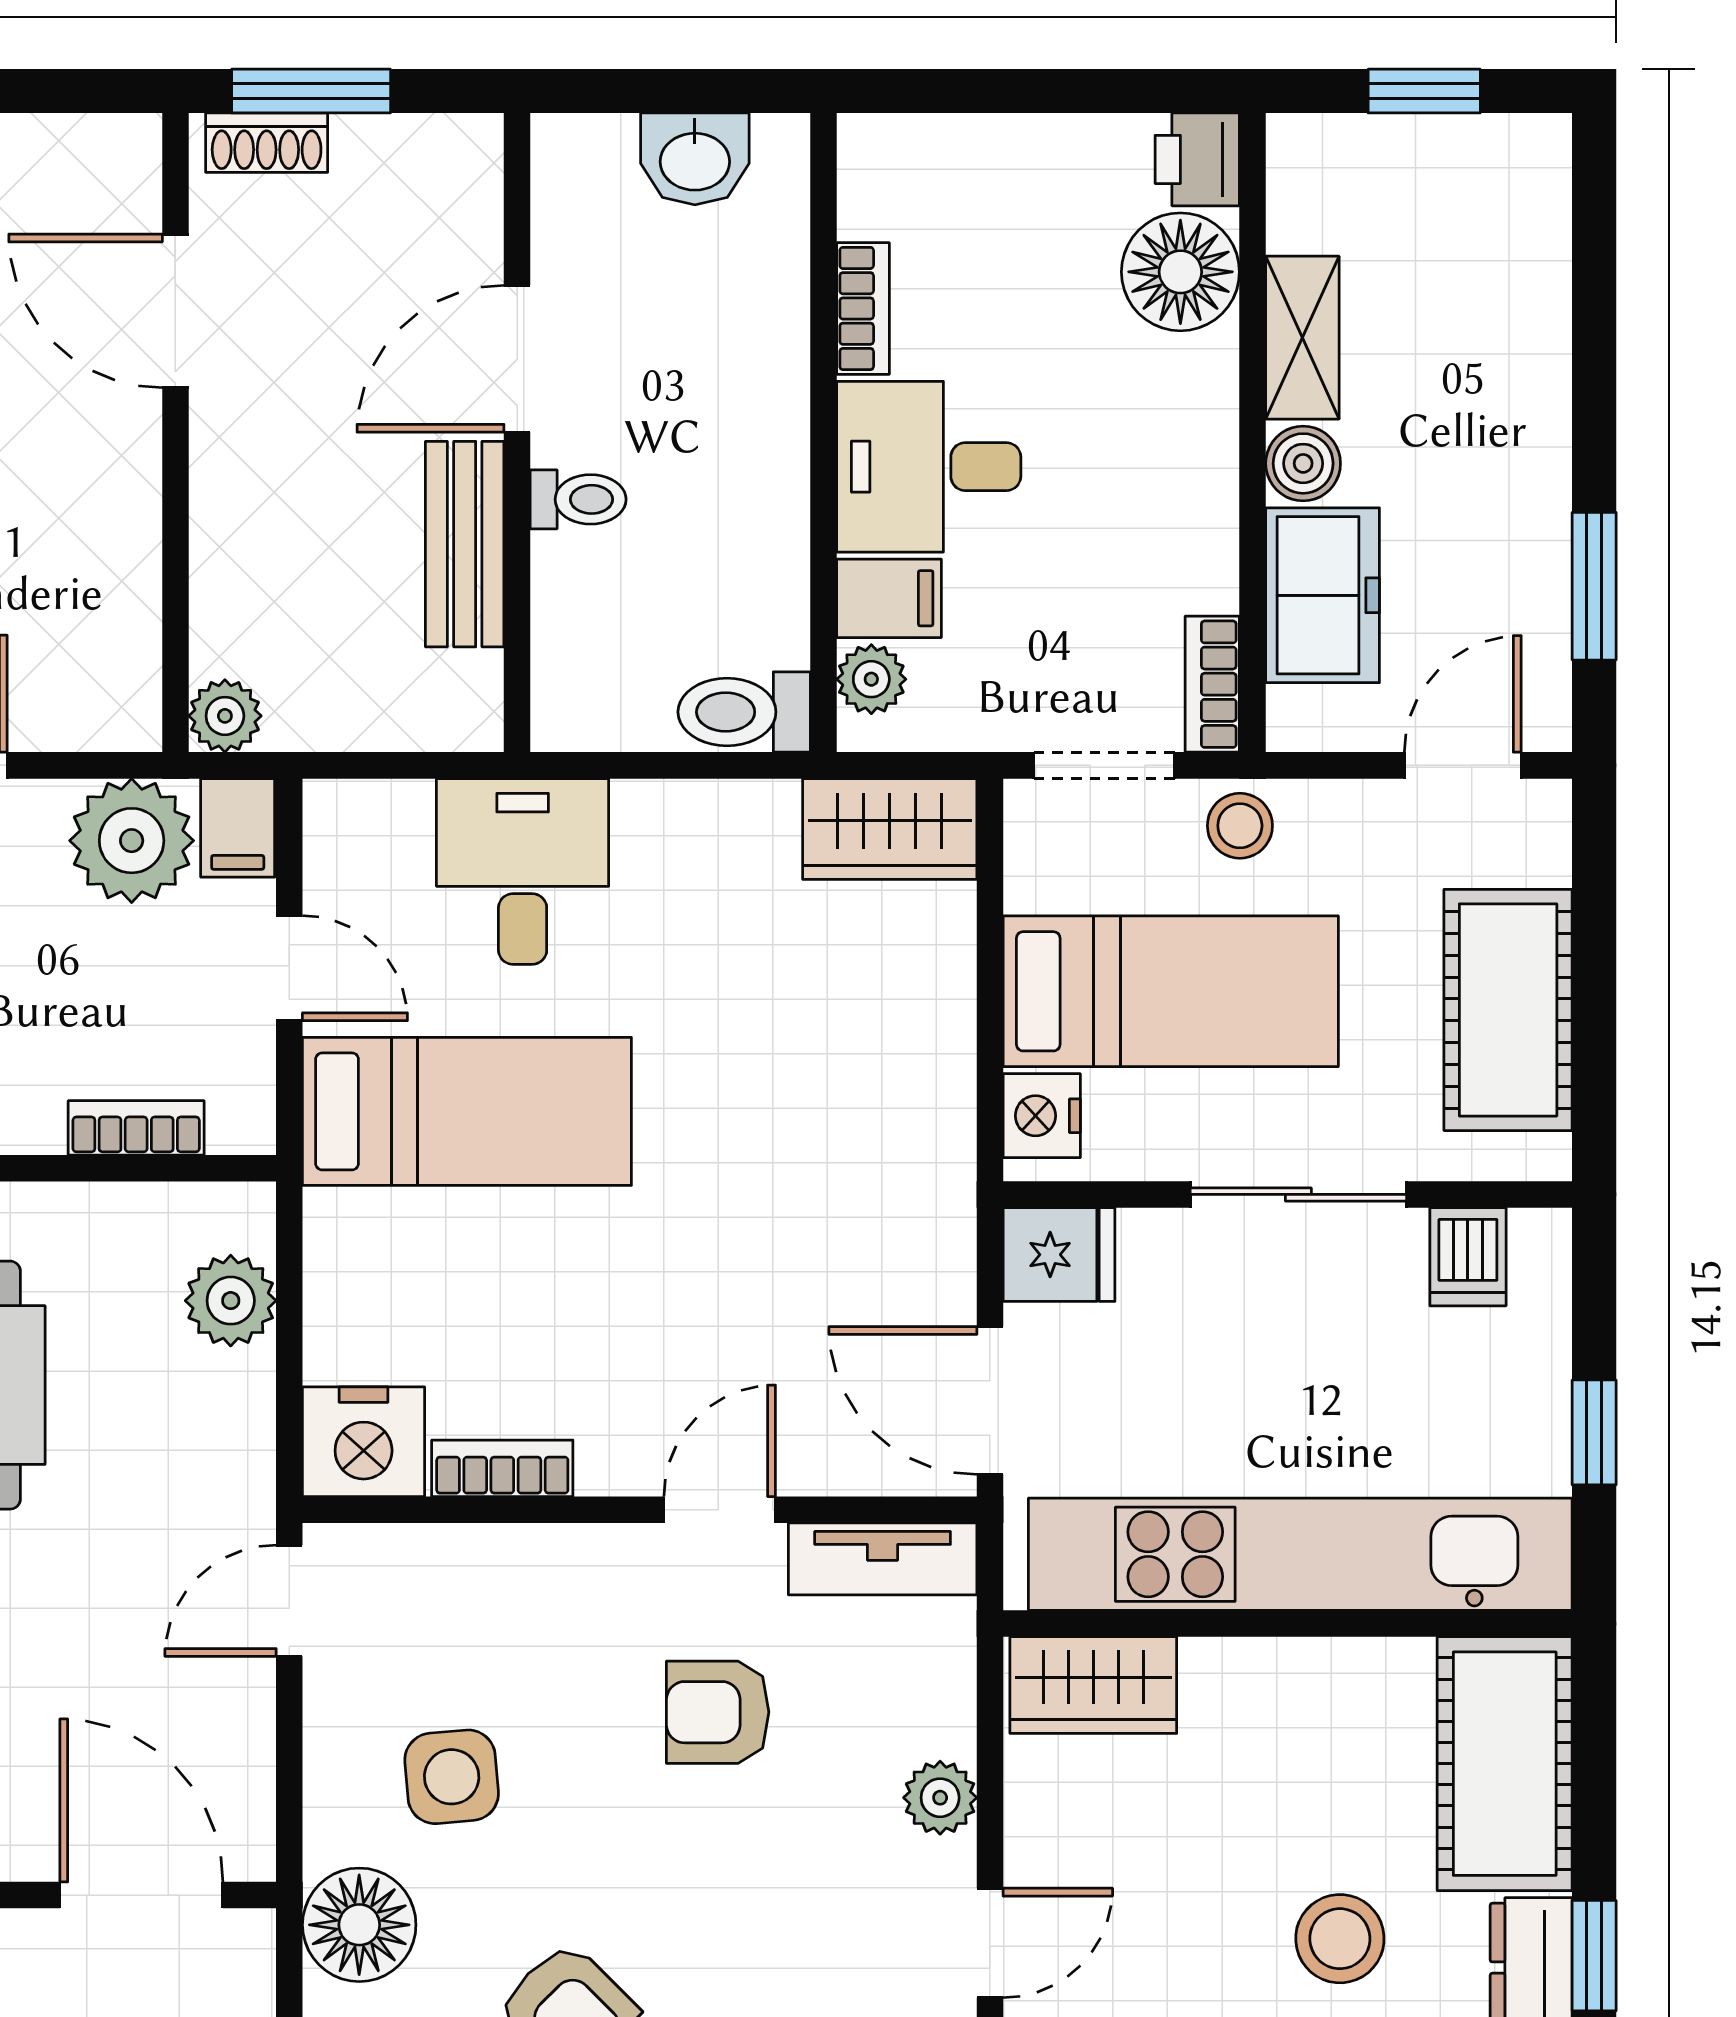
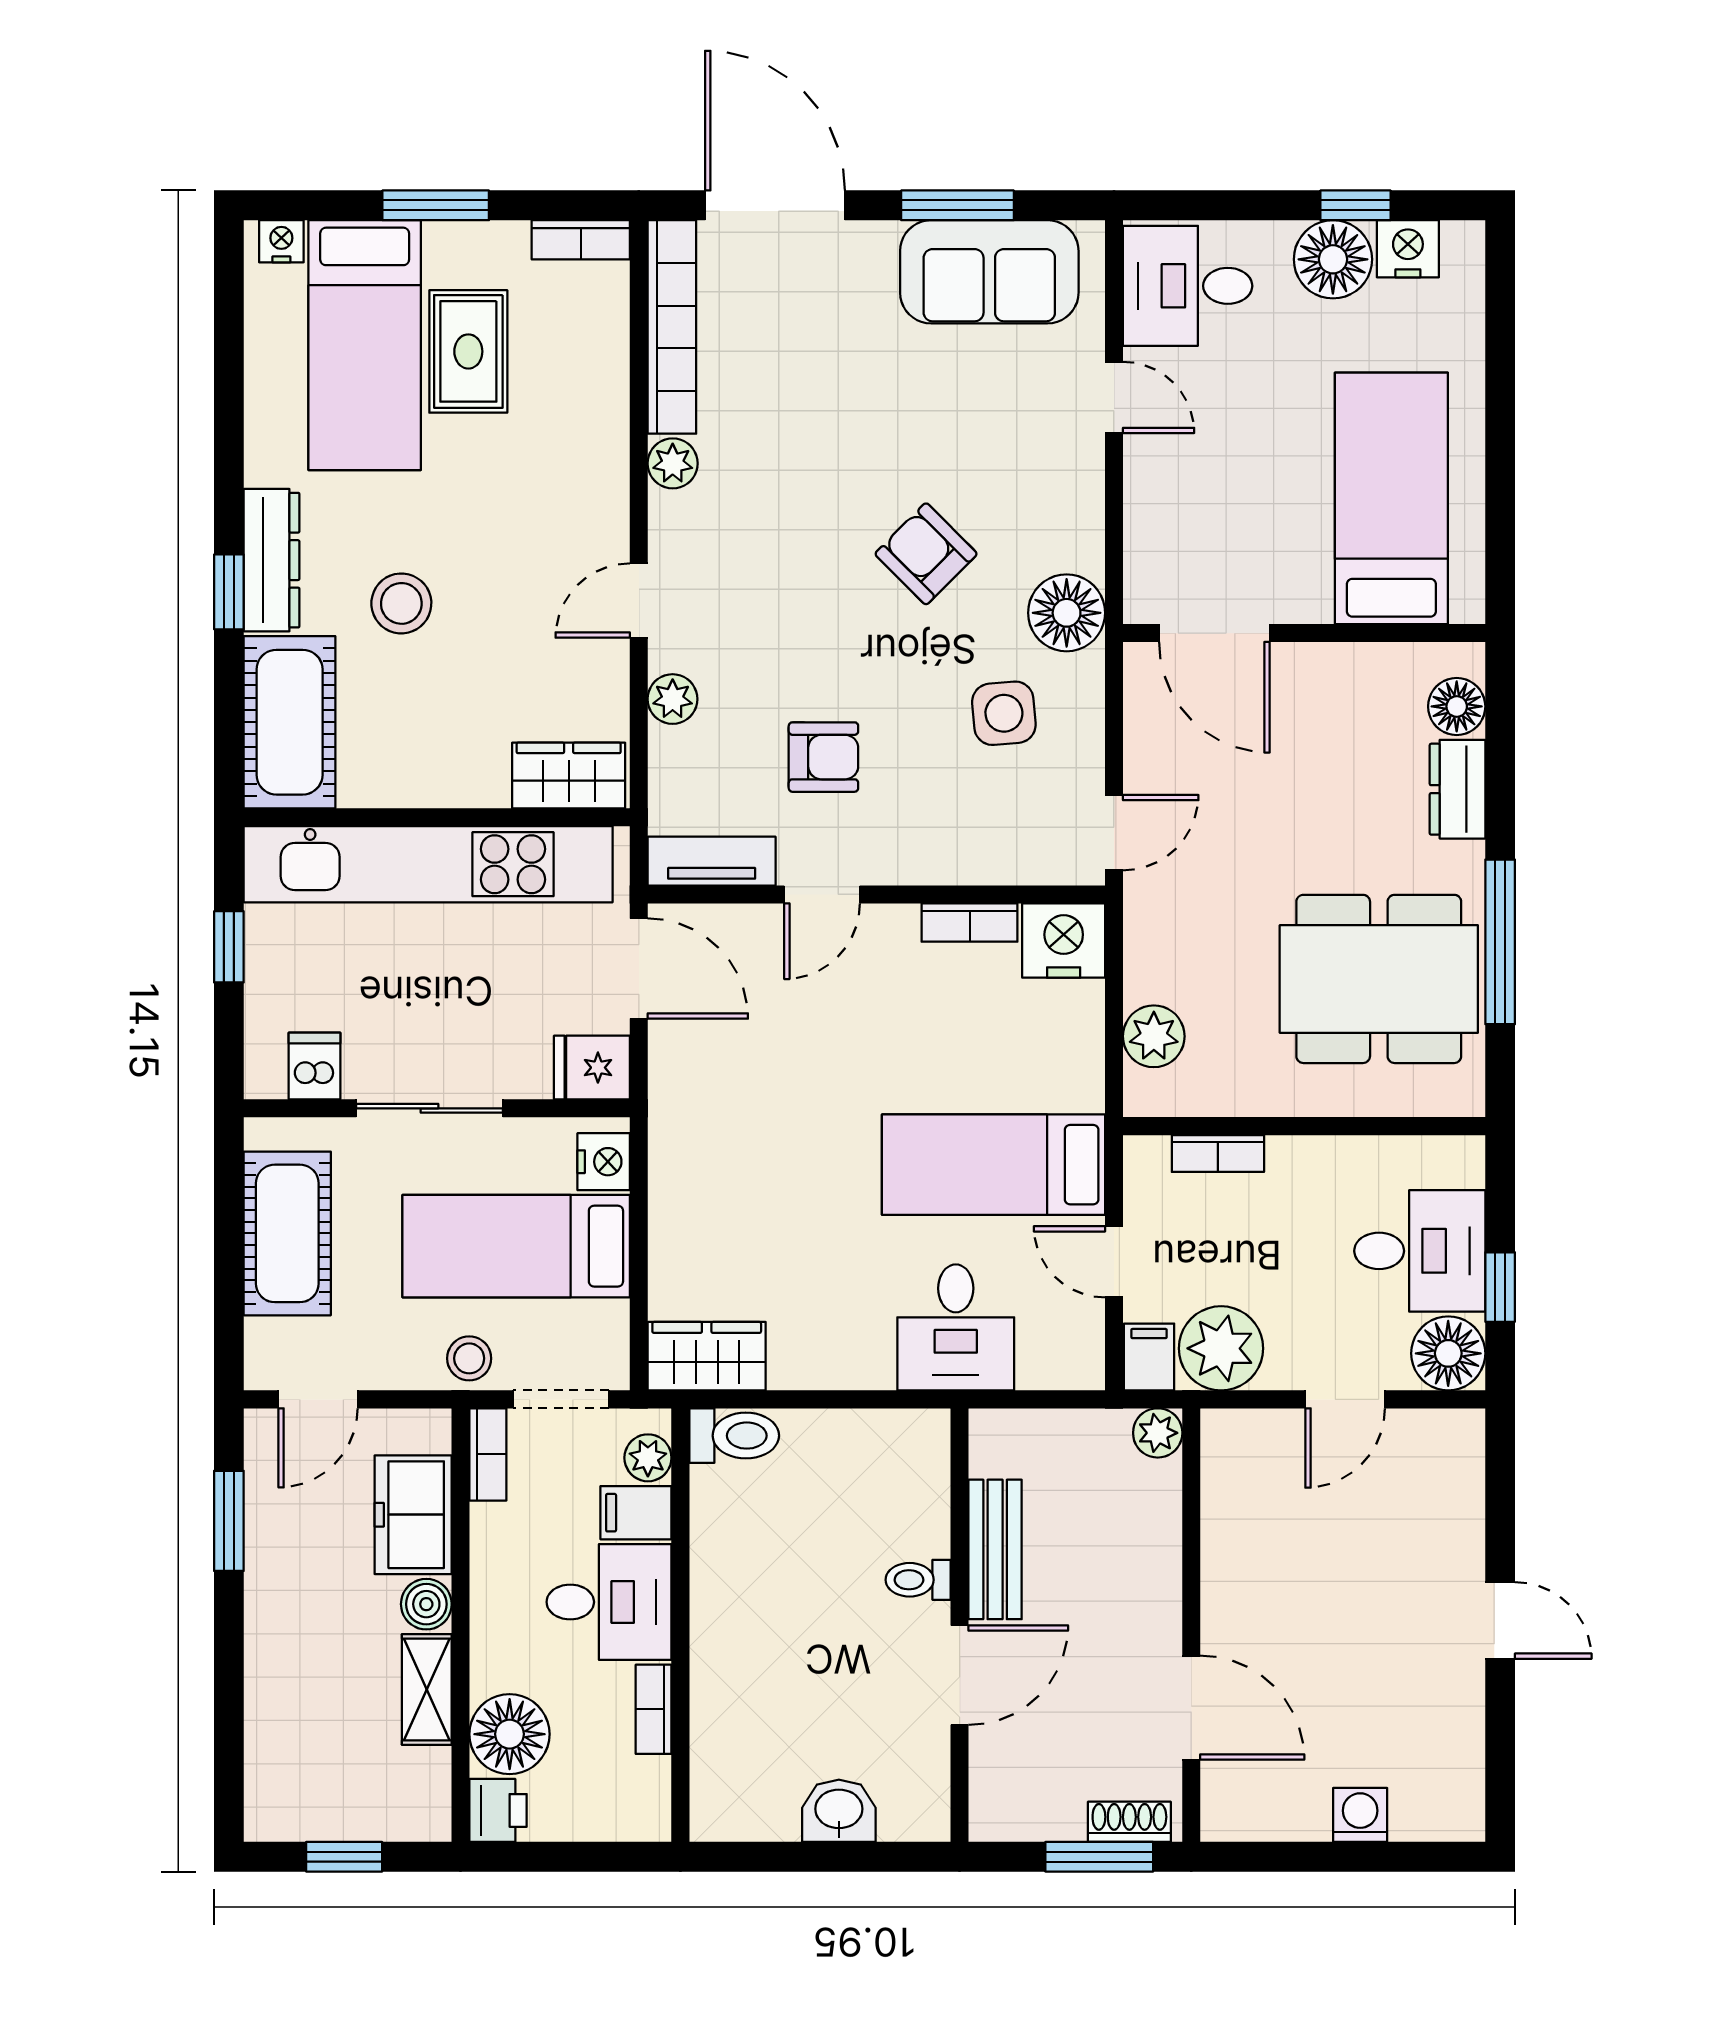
bookcase: (863, 308) -> (654, 1709), moved
wall: (824, 433) -> (680, 1625), moved
desk: (929, 467) -> (609, 1602), moved
filing cabinet: (889, 598) -> (636, 1513), moved
plant: (871, 679) -> (648, 1458), moved
toilet: (744, 712) -> (734, 1436), moved

